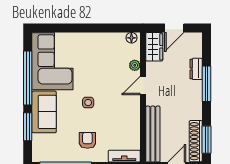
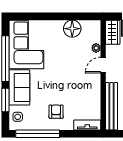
floor lamp: (131, 38) -> (72, 29), moved, width x1.89, depth x1.89
side table: (88, 103) -> (18, 117), moved

